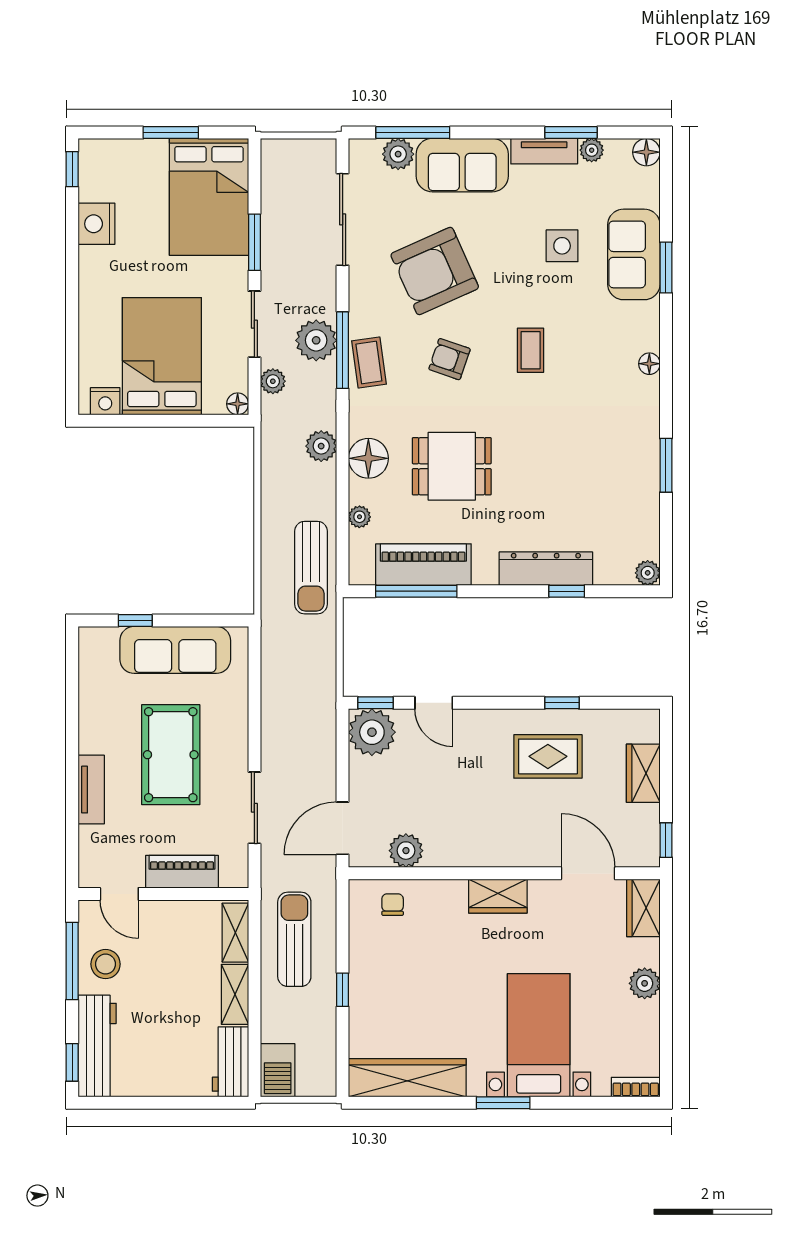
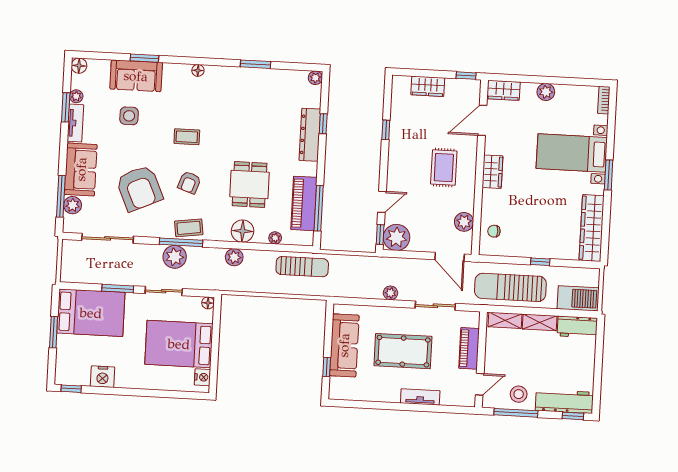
plant: (273, 381) -> (391, 293), moved
rug: (548, 756) -> (444, 168), moved
sun lounger: (294, 939) -> (510, 287), width x1.36, depth x1.34
barbecue: (278, 1070) -> (578, 298), width x1.37, depth x1.21

